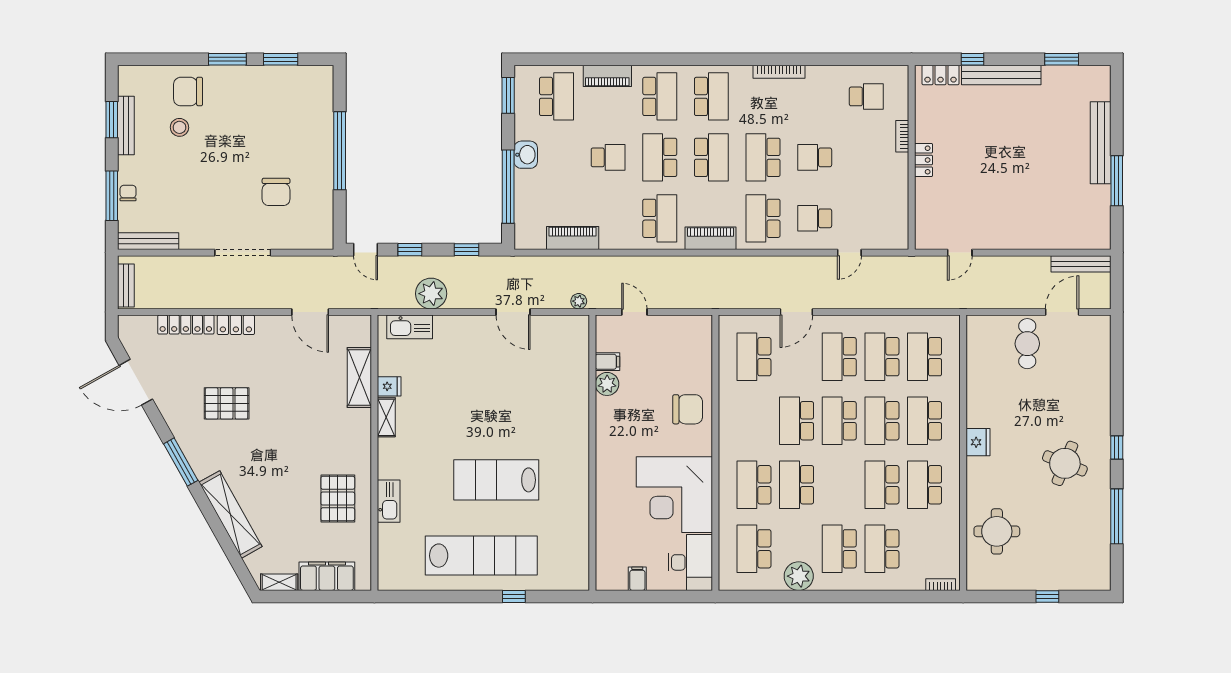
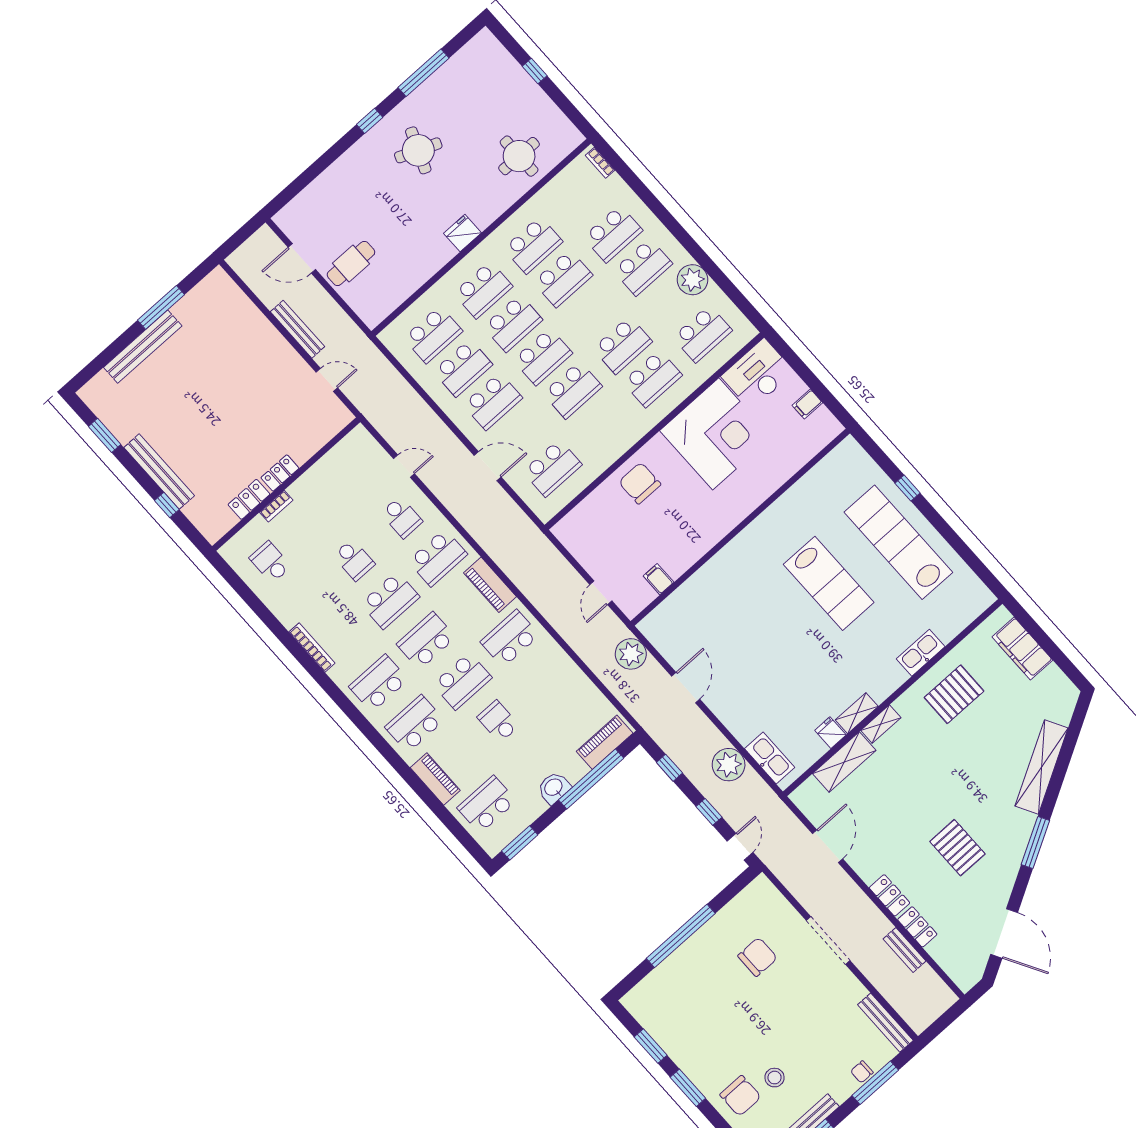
locker: (941, 75) -> (249, 499), moved, turned -90
piano: (573, 238) -> (605, 742), moved, turned 90
bench: (1081, 264) -> (297, 329), moved
bench: (126, 286) -> (904, 950), moved, turned 90
plant: (579, 301) -> (631, 654), width x1.88, depth x1.88
locker: (186, 325) -> (917, 927), width x0.66
plant: (607, 384) -> (676, 564), removed
shelving: (279, 582) -> (881, 724), moved, turned 90

